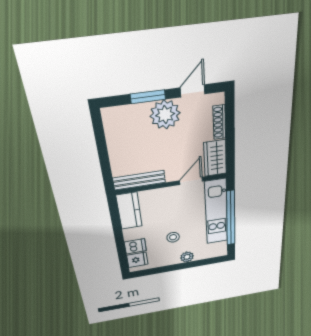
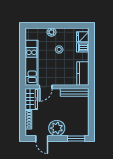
door: (193, 91) -> (42, 138), hinge flipped
window: (148, 97) -> (76, 138), moved
window: (231, 218) -> (23, 56), removed

